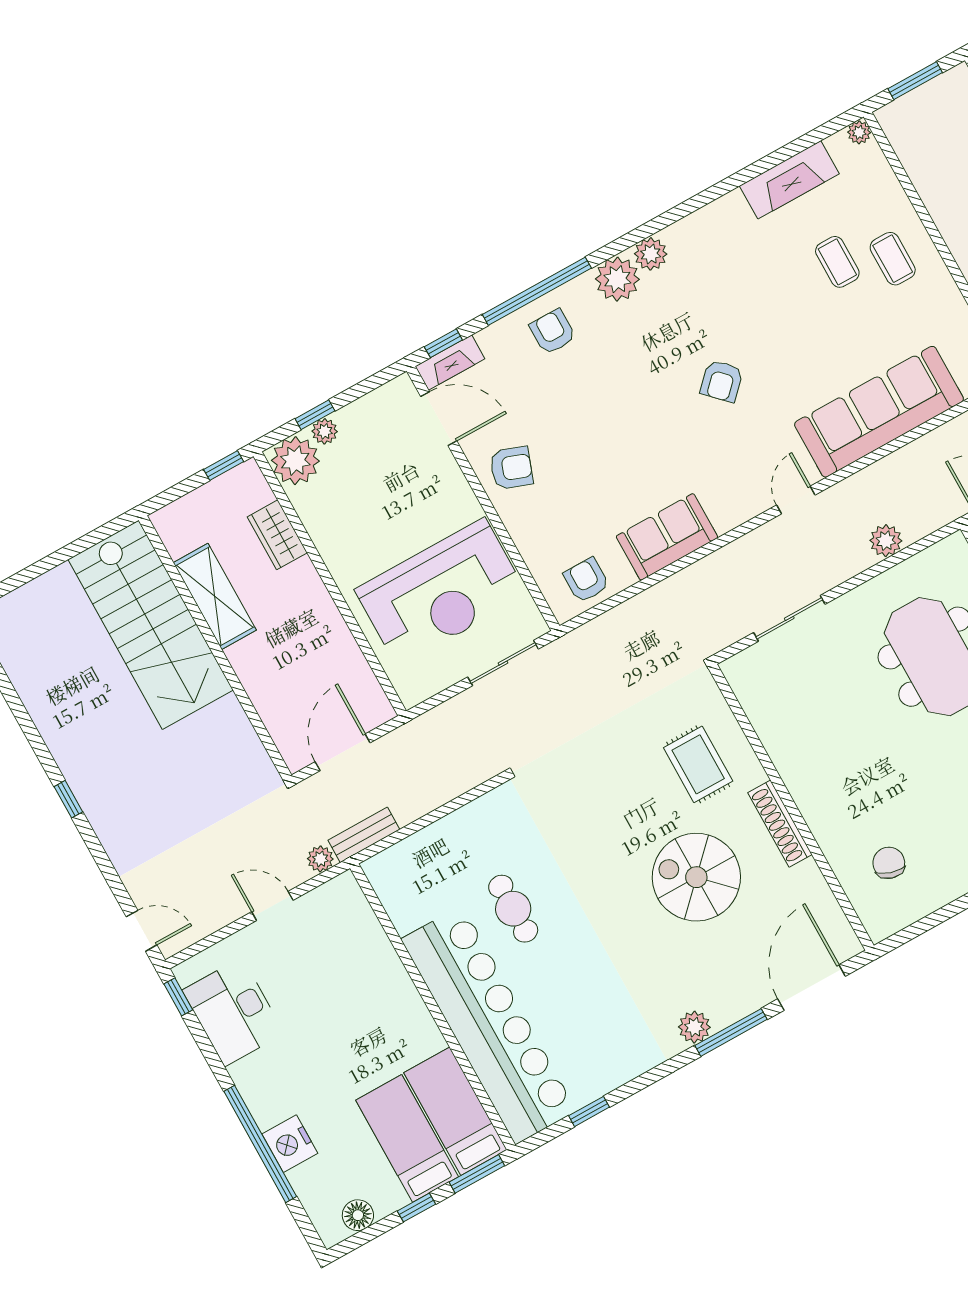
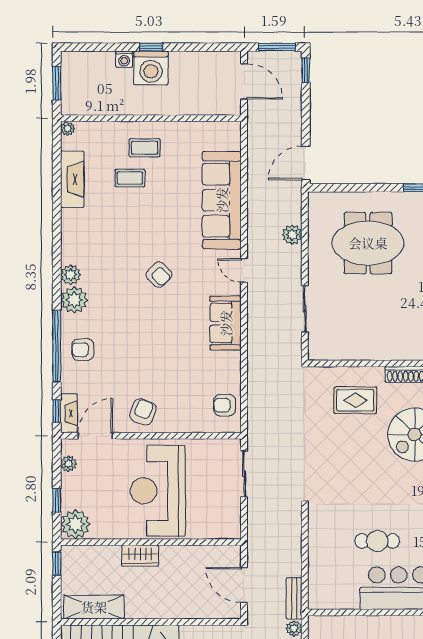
plant: (325, 431) -> (68, 464), moved
wardrobe: (277, 535) -> (140, 556), moved
sofa: (667, 537) -> (226, 323), moved
reception desk: (441, 592) -> (158, 491), moved, turned 180
shelving: (215, 596) -> (94, 607), moved

